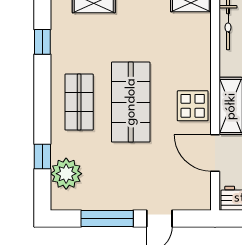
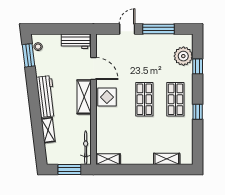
window: (42, 42) -> (198, 112), moved
shop shelf: (131, 102) -> (144, 99), width x0.70, depth x0.74

